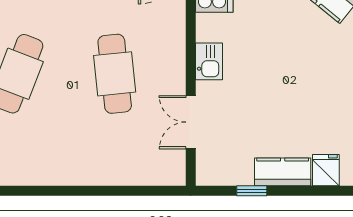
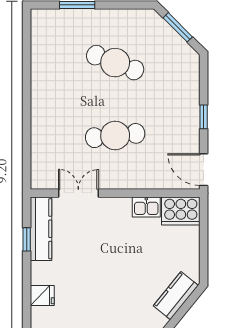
kitchen sink: (209, 61) -> (146, 207), moved
kitchen counter: (283, 172) -> (41, 229), moved, width x1.50

